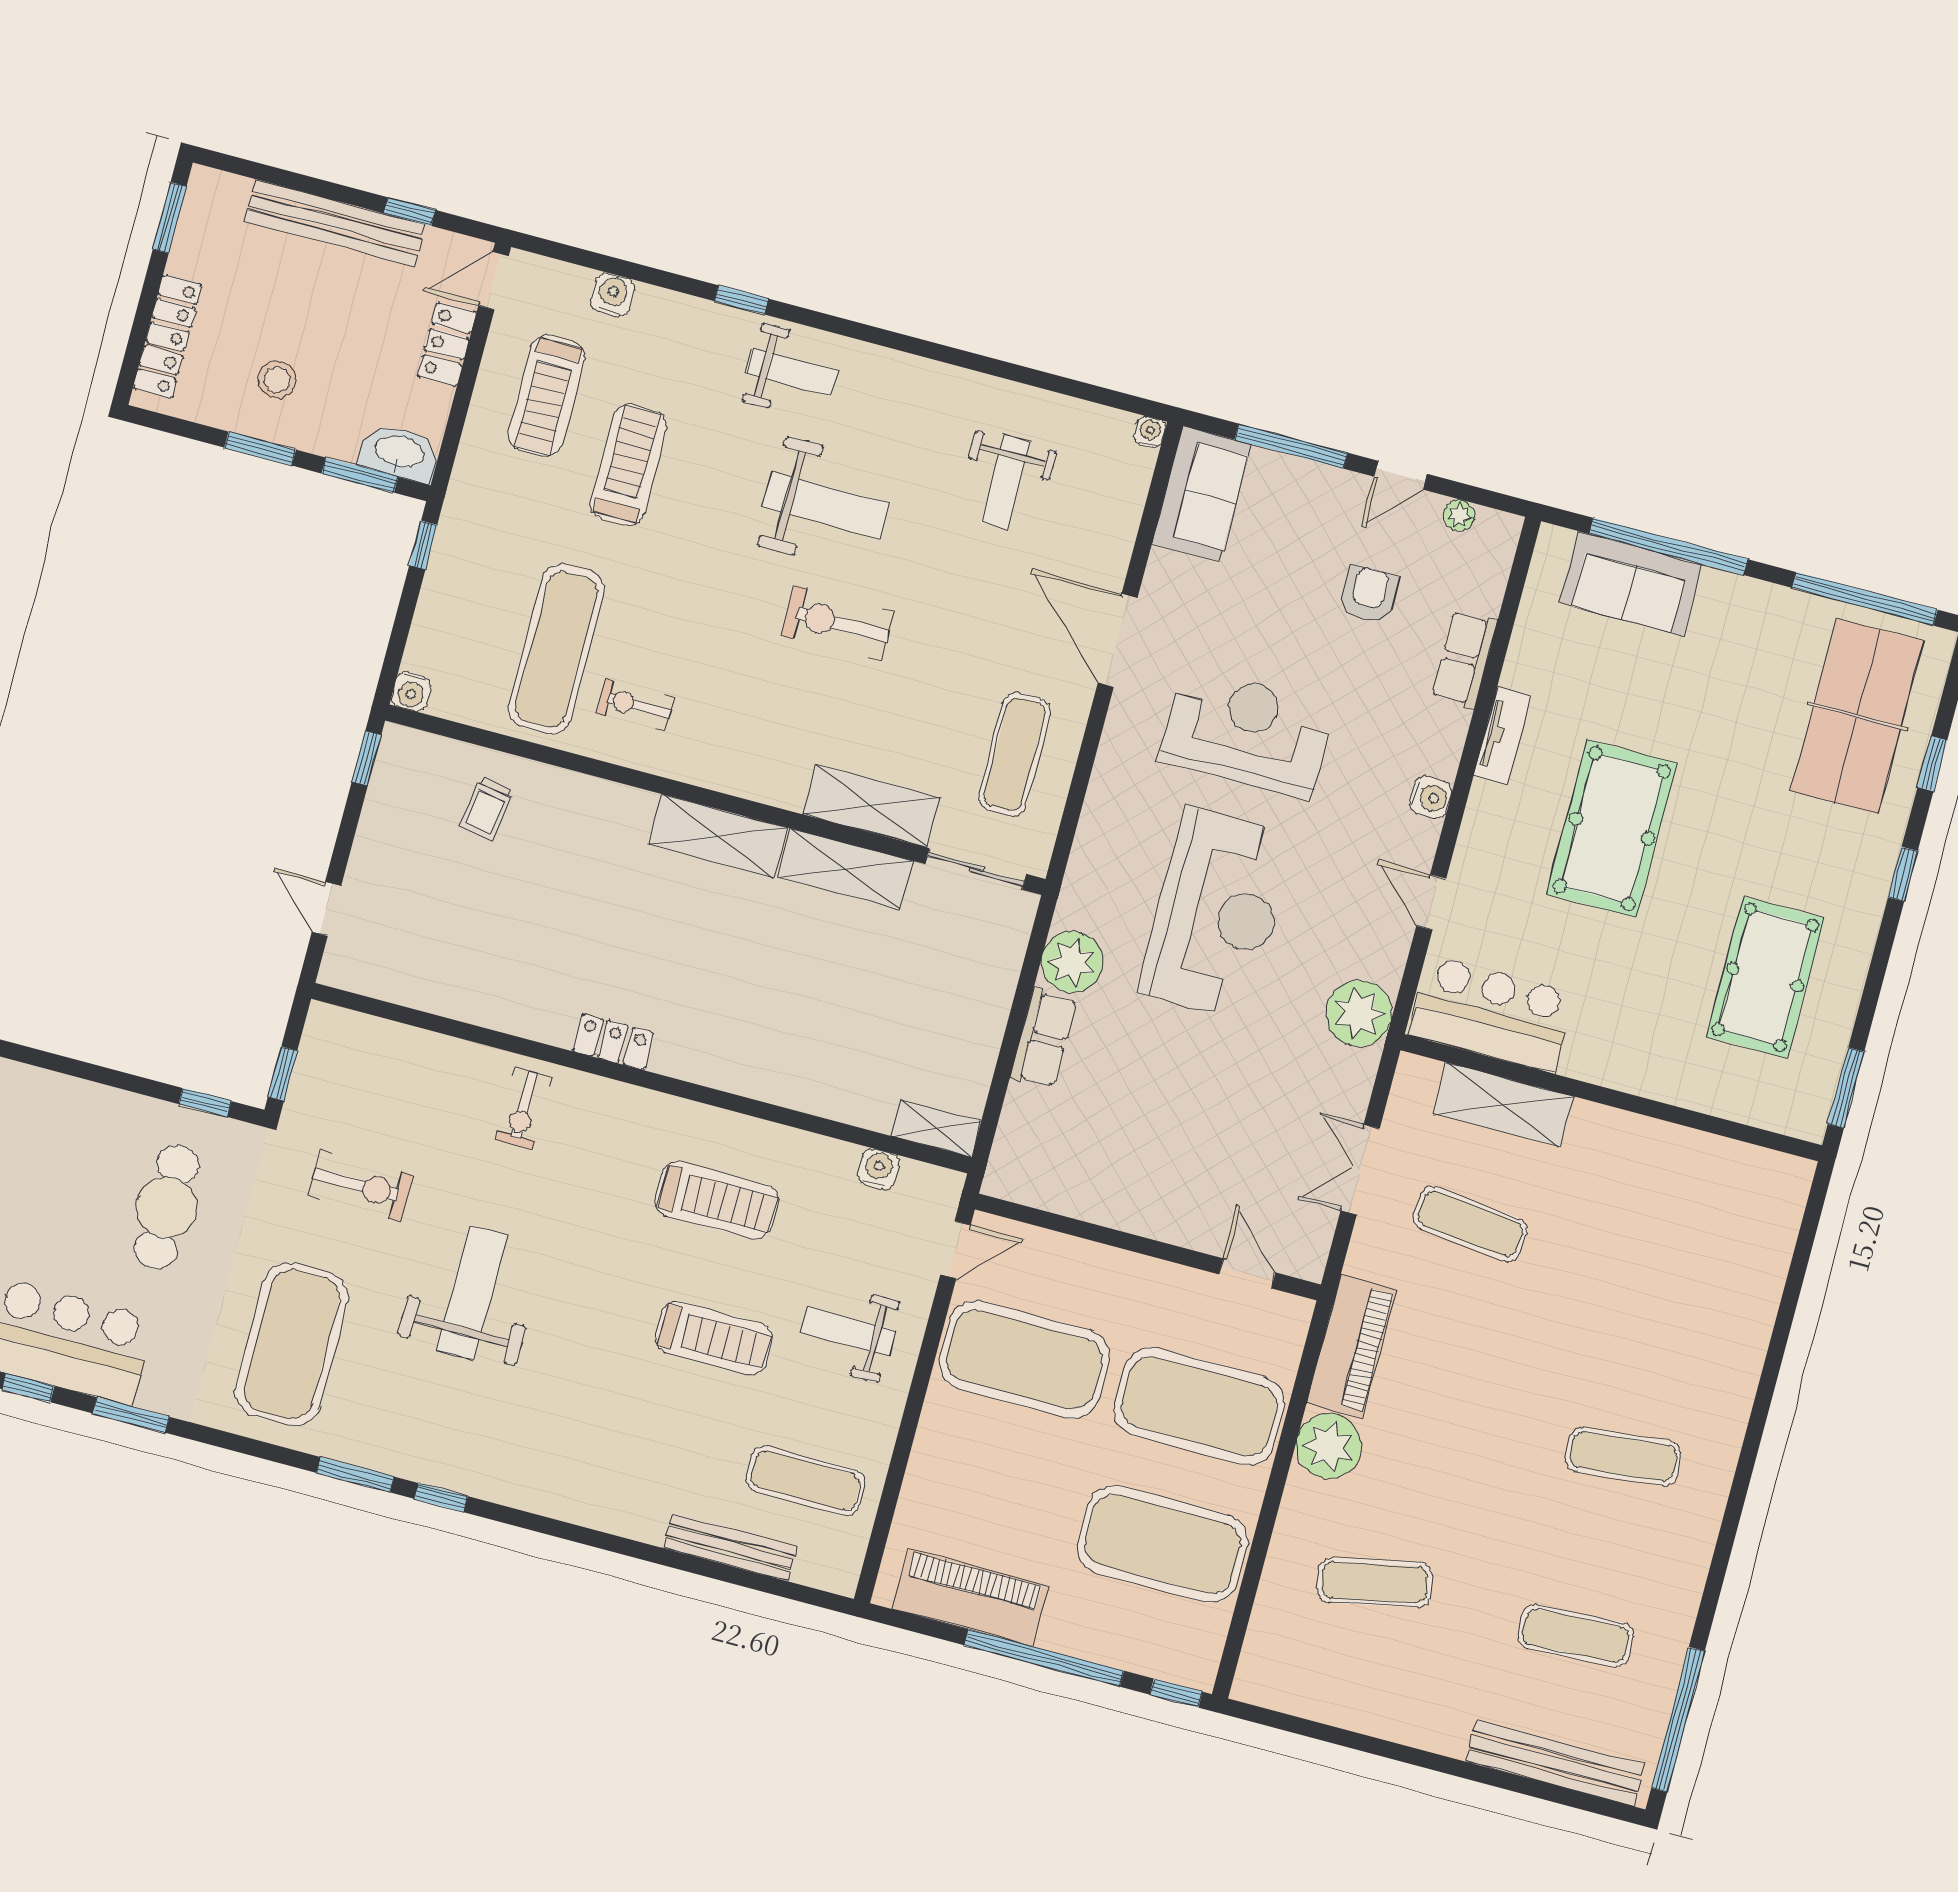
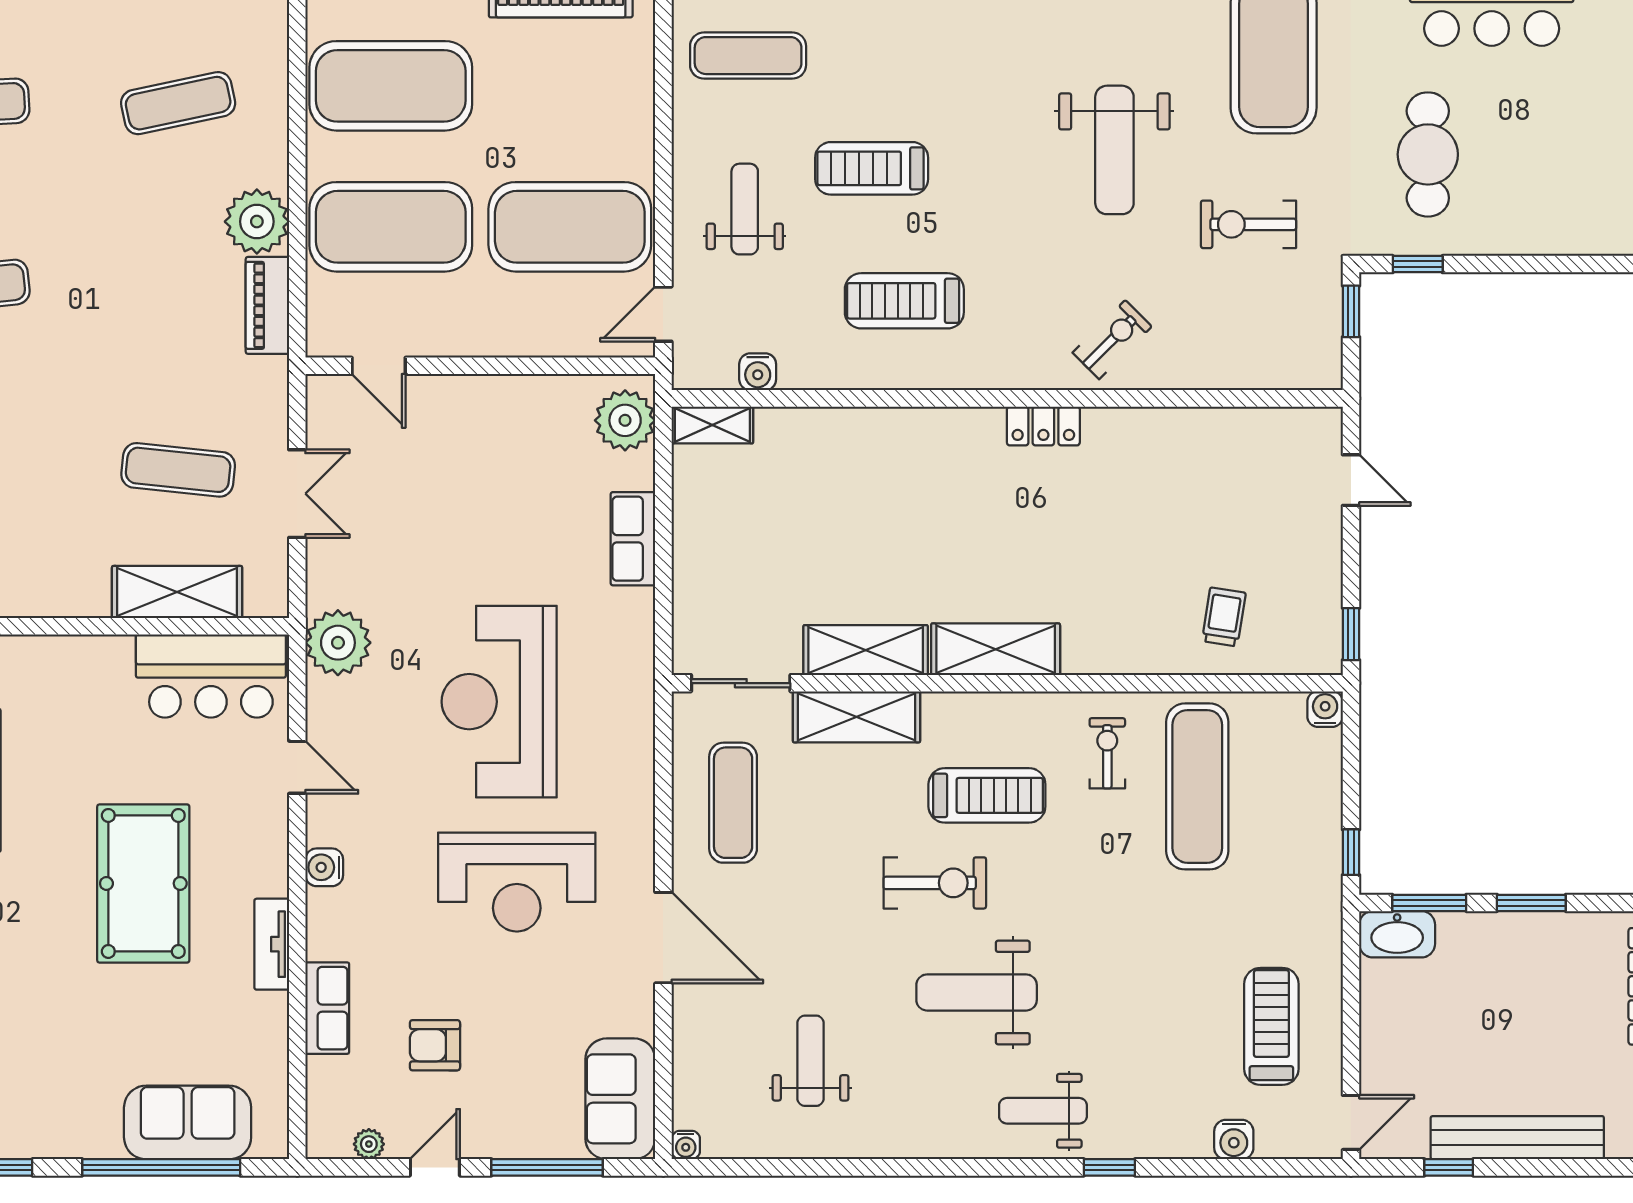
locker: (447, 344) -> (1379, 1050), removed
stool: (277, 380) -> (1533, 973), removed
treadmill: (629, 465) -> (987, 795), moved, turned -90
armchair: (1369, 595) -> (435, 1045), turned 90
exercise bike: (636, 705) -> (1107, 753), turned -90
plant: (1072, 962) -> (625, 420), moved
exercise bike: (523, 1108) -> (1112, 340), turned 45
weight bench: (849, 1331) -> (745, 209), turned -90
piano: (1352, 1346) -> (267, 305), width x0.73, depth x0.75

